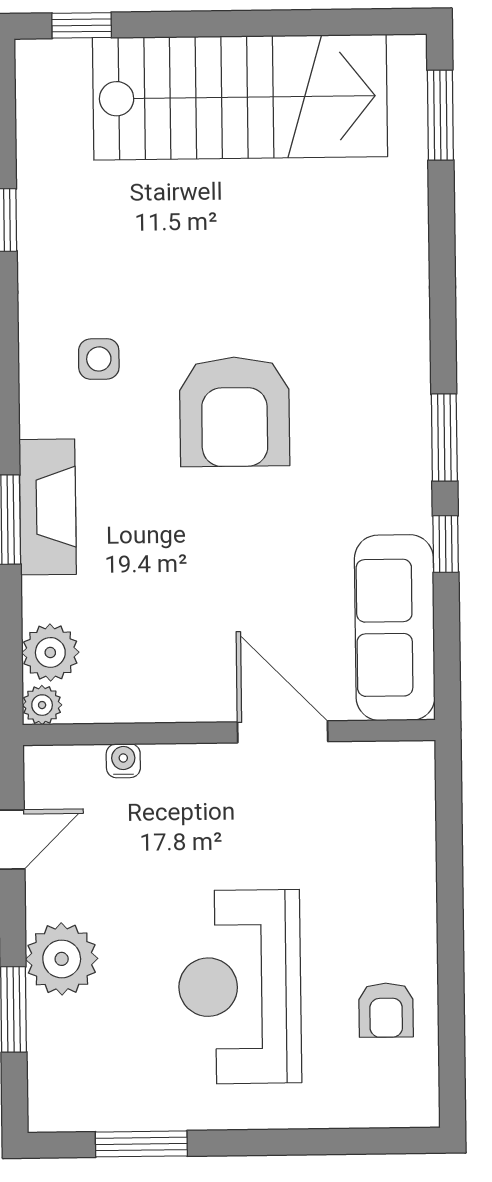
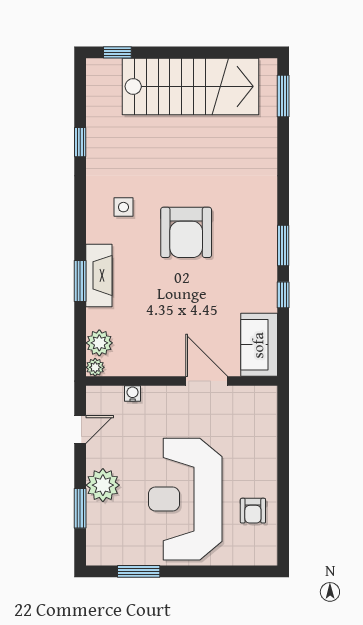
sofa: (395, 628) -> (259, 345), width x0.73
reception desk: (240, 987) -> (185, 499), width x1.36, depth x1.30

